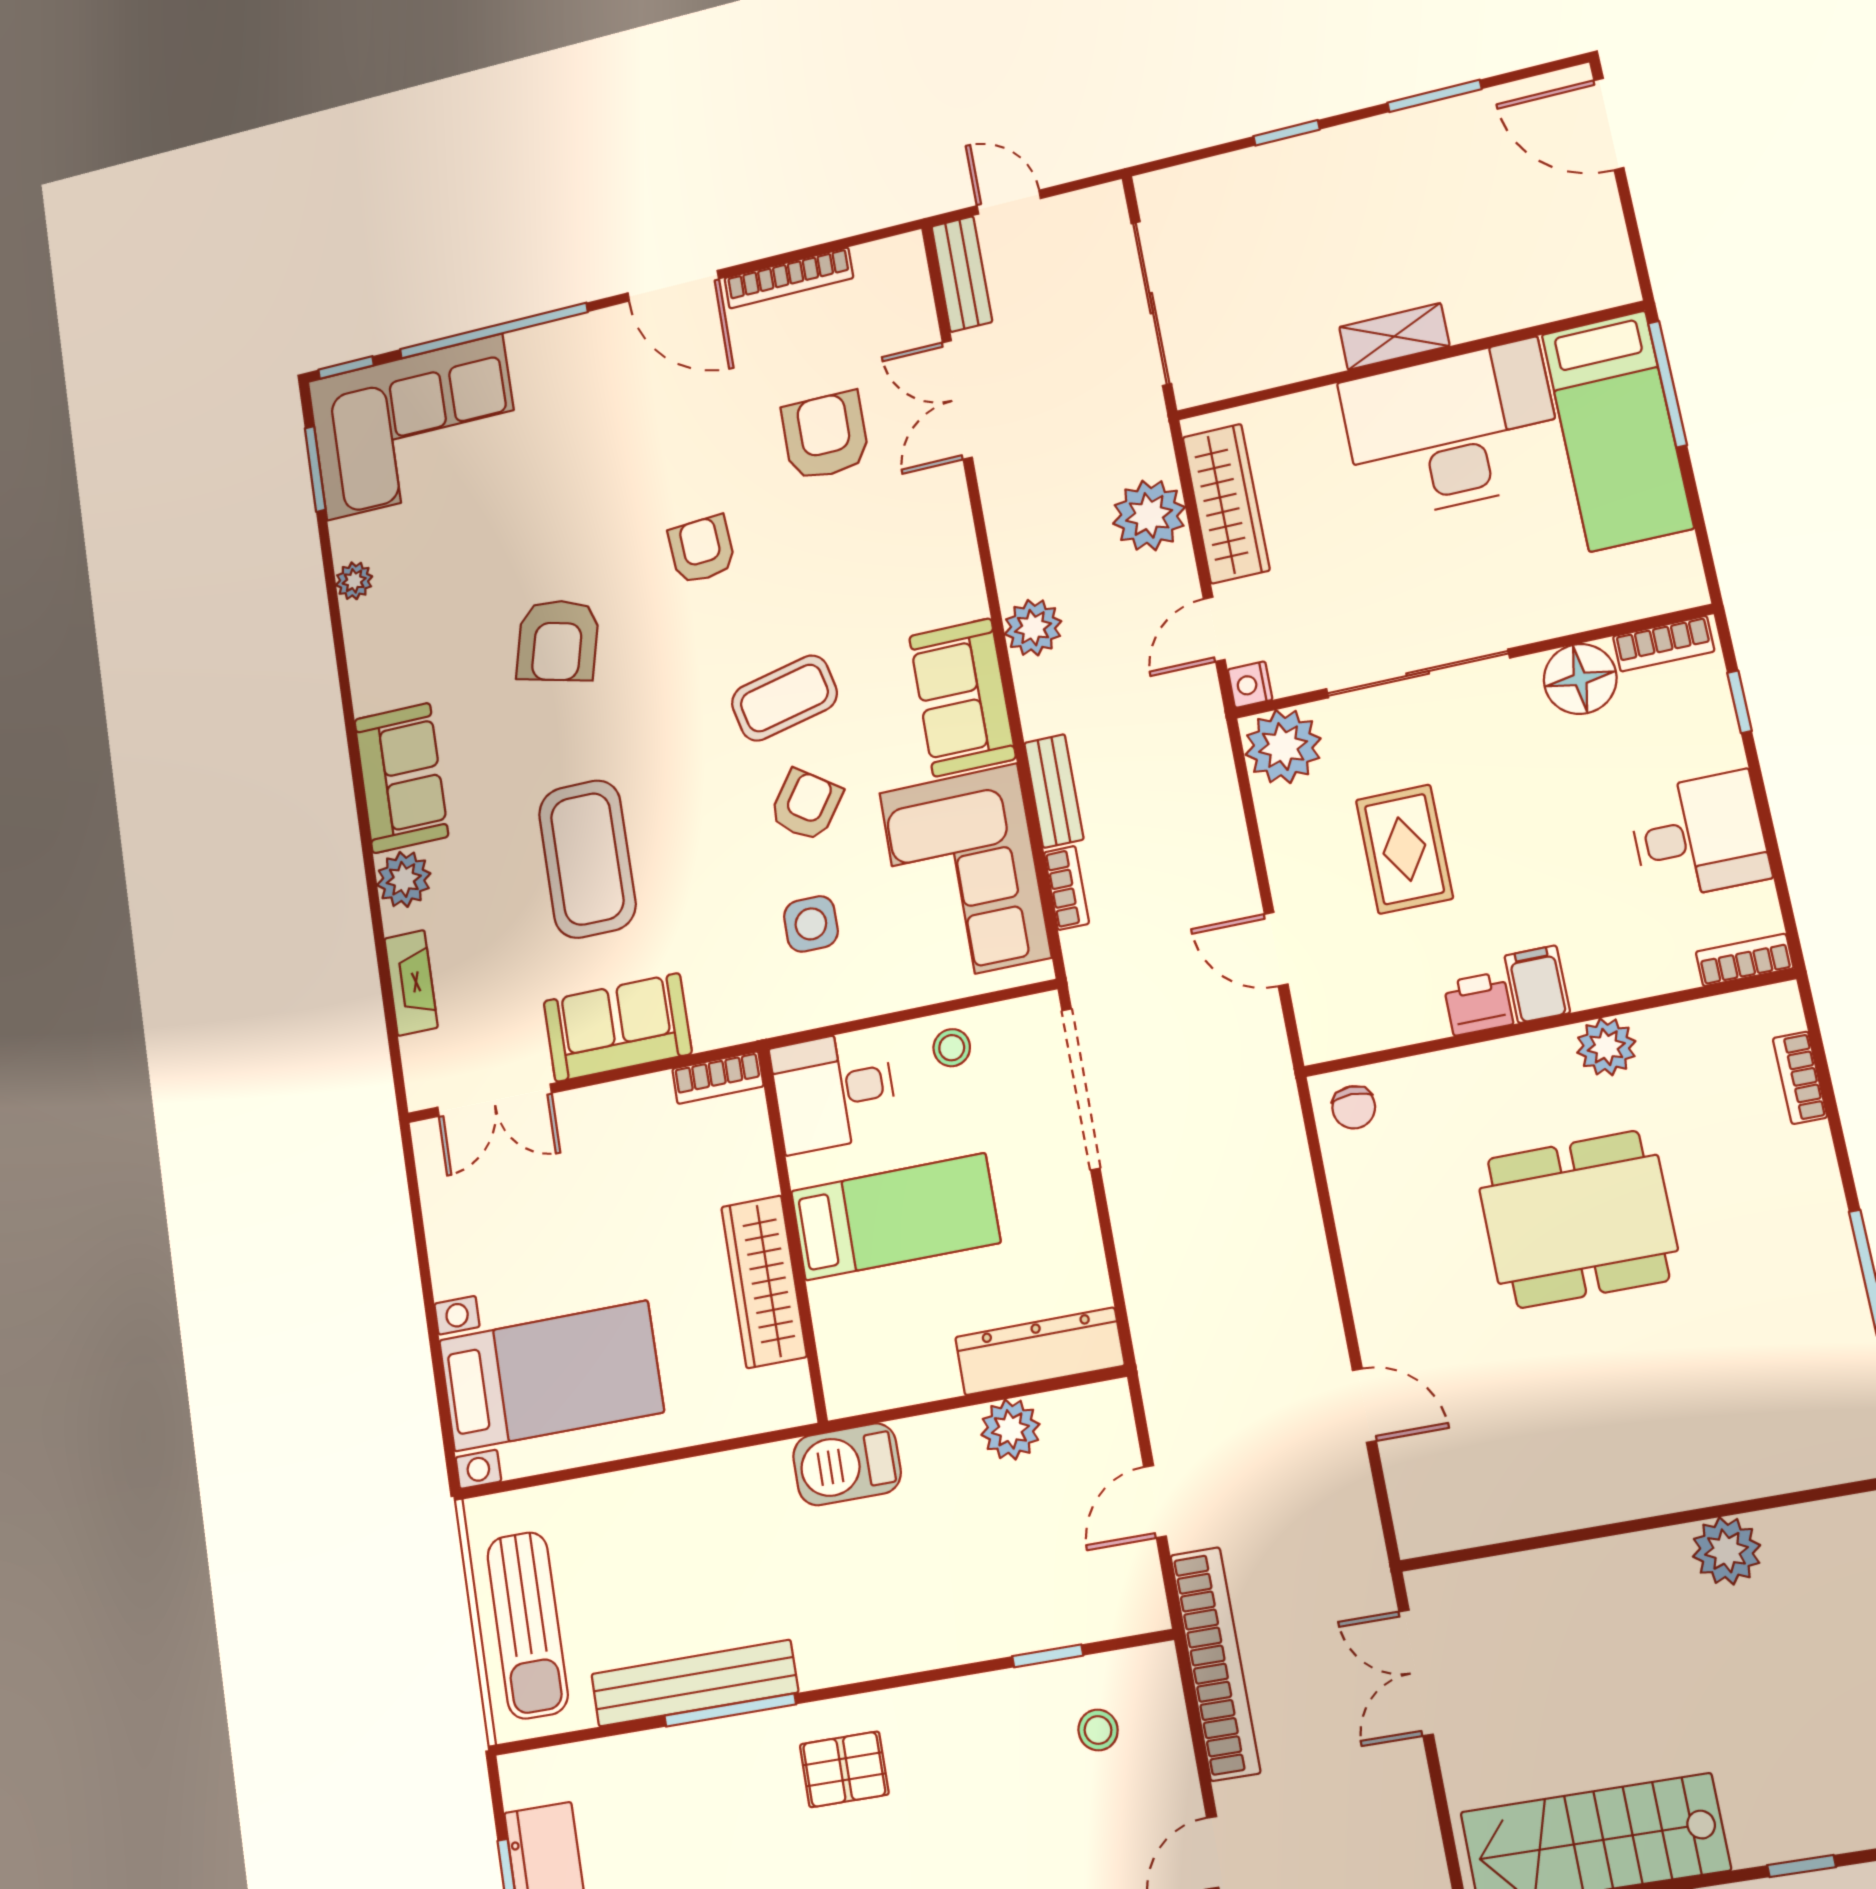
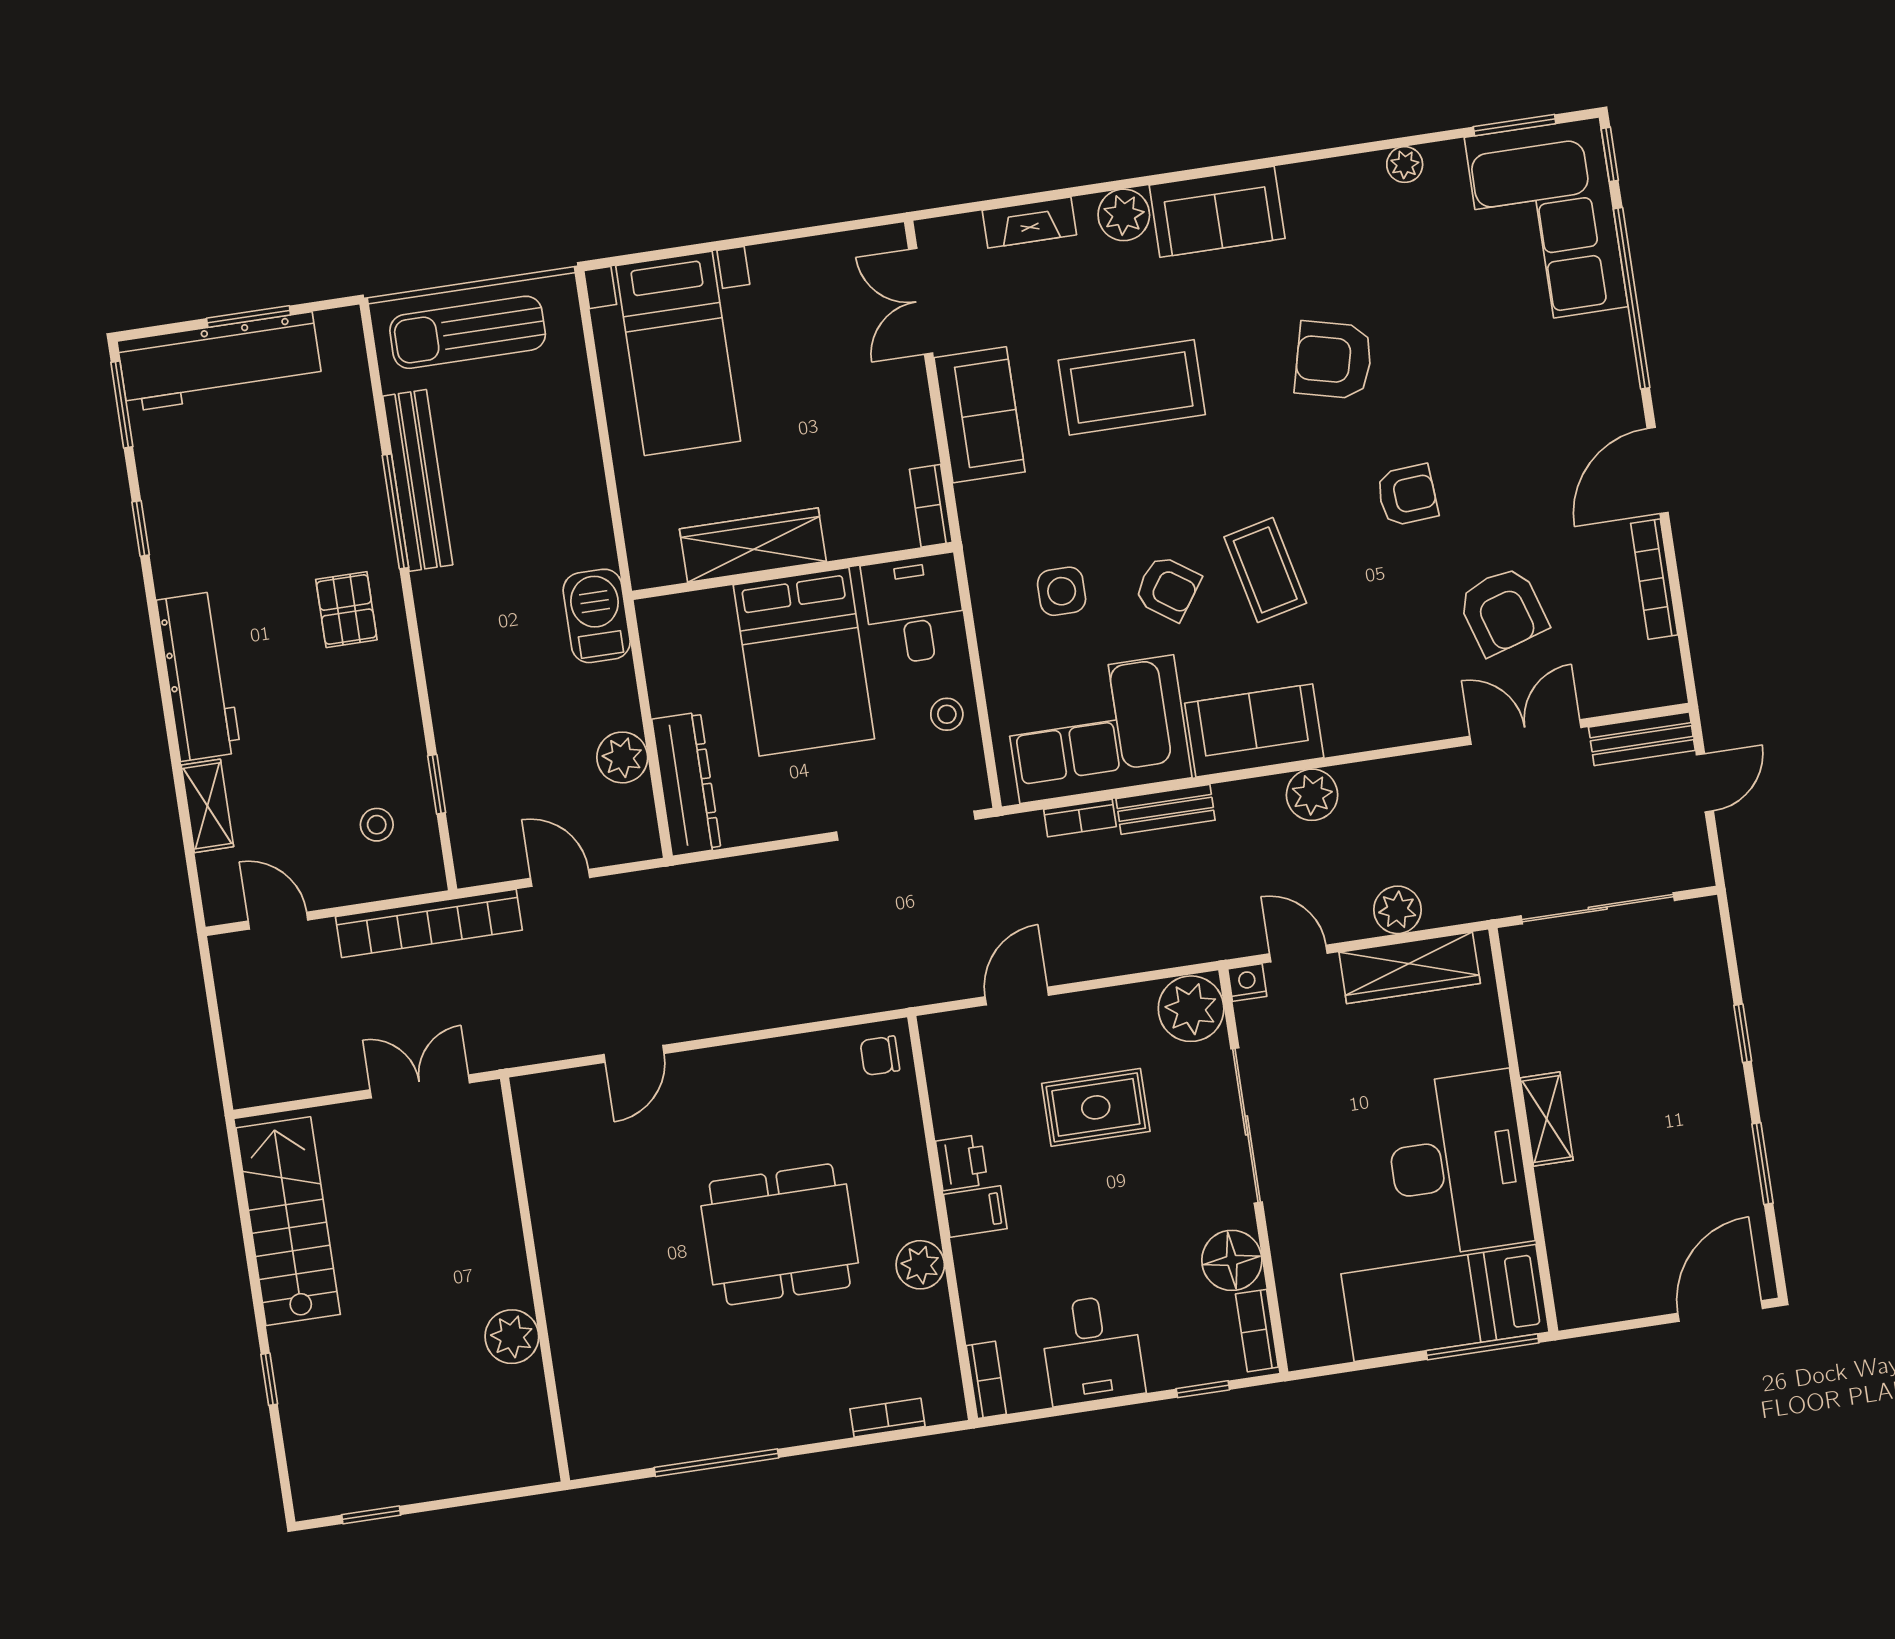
armchair: (825, 436) -> (1503, 611), turned 73
plant: (1149, 515) -> (1397, 910), width x0.73, depth x0.73
bed: (895, 1217) -> (804, 662), width x1.50
dining table: (1578, 1219) -> (780, 1234), turned 90

